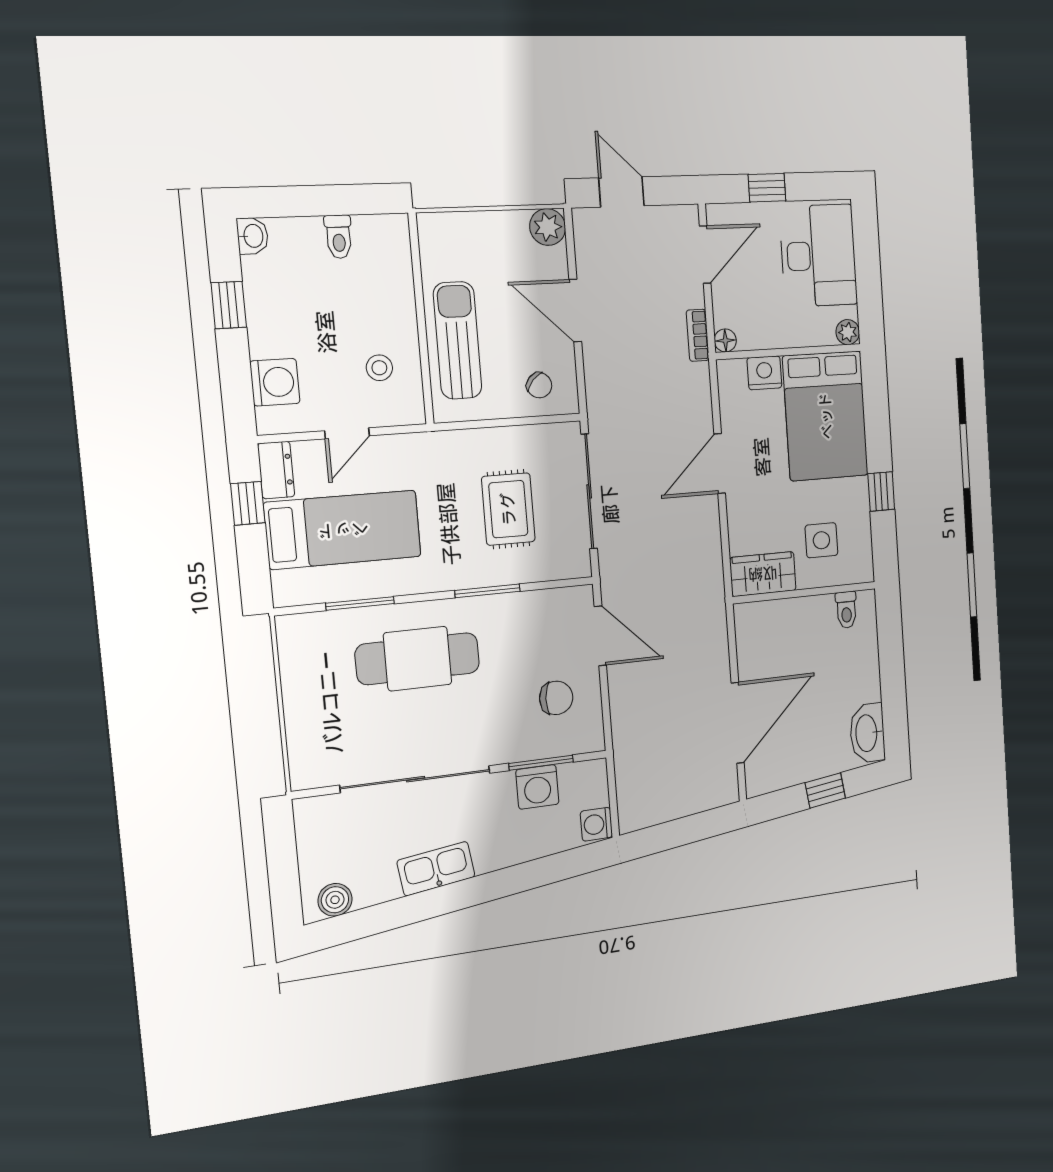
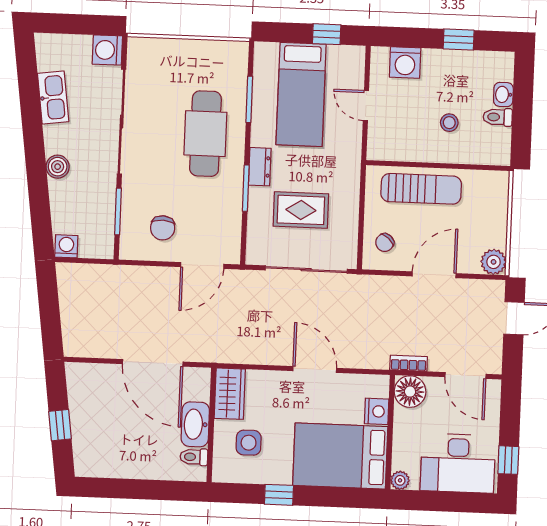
window: (767, 188) -> (508, 460), moved
washbasin: (253, 236) -> (503, 95), moved, turned 90
floor lamp: (725, 340) -> (410, 392), width x1.89, depth x1.89
stool: (379, 368) -> (449, 123), moved
dresser: (276, 470) -> (260, 167), moved, turned -90
door: (738, 723) -> (153, 363), moved
washbasin: (867, 733) -> (195, 424), moved, turned -90
washing machine: (537, 787) -> (107, 50), moved
kitchen sink: (436, 869) -> (53, 97), moved
boiler: (335, 900) -> (58, 167), moved

